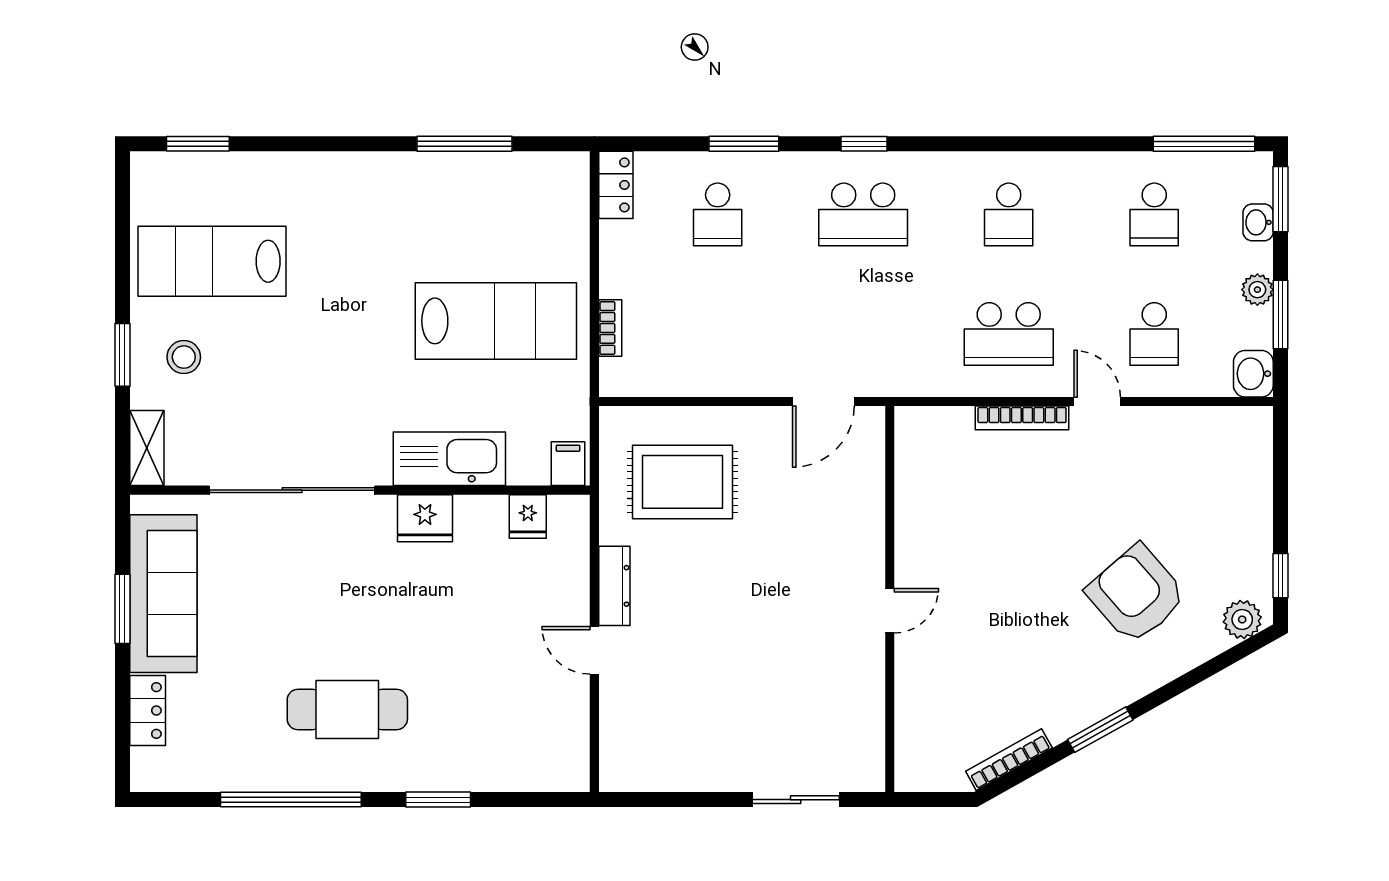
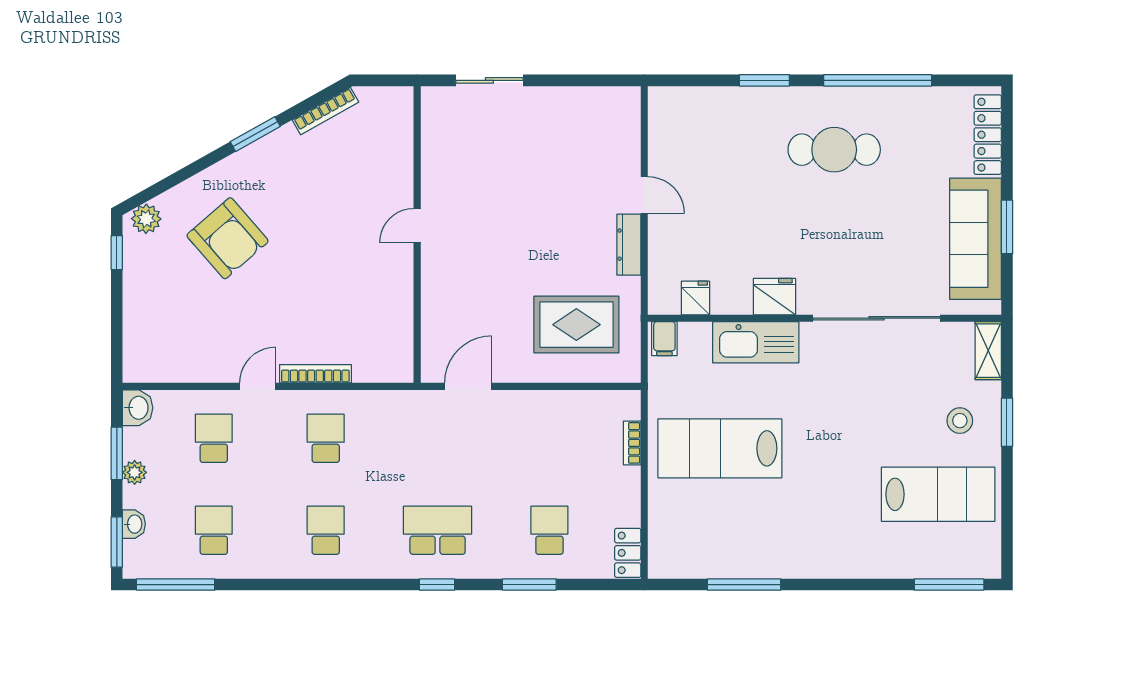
window: (198, 144) -> (949, 585), width x1.44
school desk: (1009, 334) -> (326, 438), width x0.54
door: (1097, 402) -> (258, 386), swing flipped
locker: (148, 711) -> (988, 135), width x1.53

